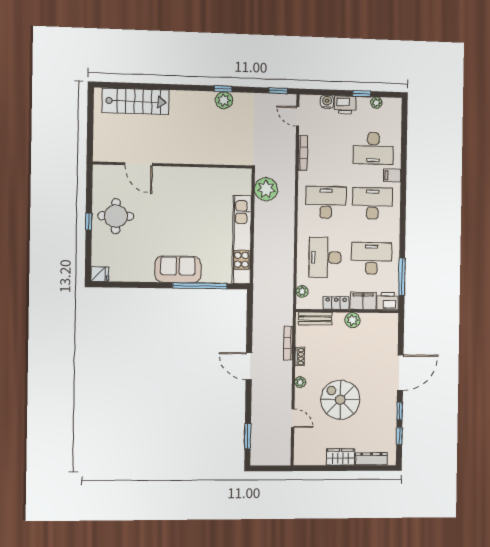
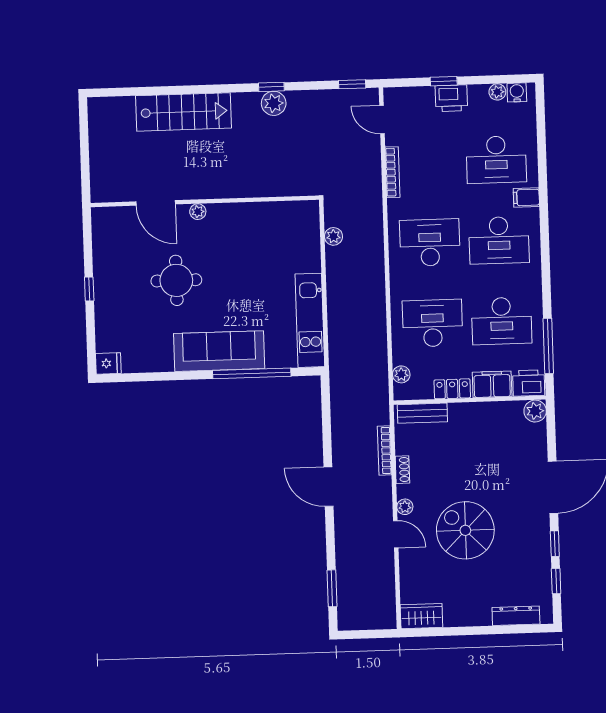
window: (362, 94) -> (444, 81), moved
stairs: (136, 101) -> (184, 112), moved
water cooler: (327, 102) -> (517, 92), moved
plant: (168, 172) -> (198, 212), added
plant: (266, 189) -> (333, 236), width x0.53, depth x0.53
desk: (372, 203) -> (499, 240), turned 180
round table: (116, 216) -> (176, 280), moved
kitchen unit: (242, 239) -> (310, 320), width x0.73
desk: (325, 258) -> (432, 323), turned 90
desk: (372, 258) -> (502, 321), turned 180
sofa: (178, 269) -> (219, 351), width x1.36
plant: (352, 320) -> (535, 411), moved
door: (293, 418) -> (396, 534), moved
wardrobe: (340, 457) -> (421, 616), moved

